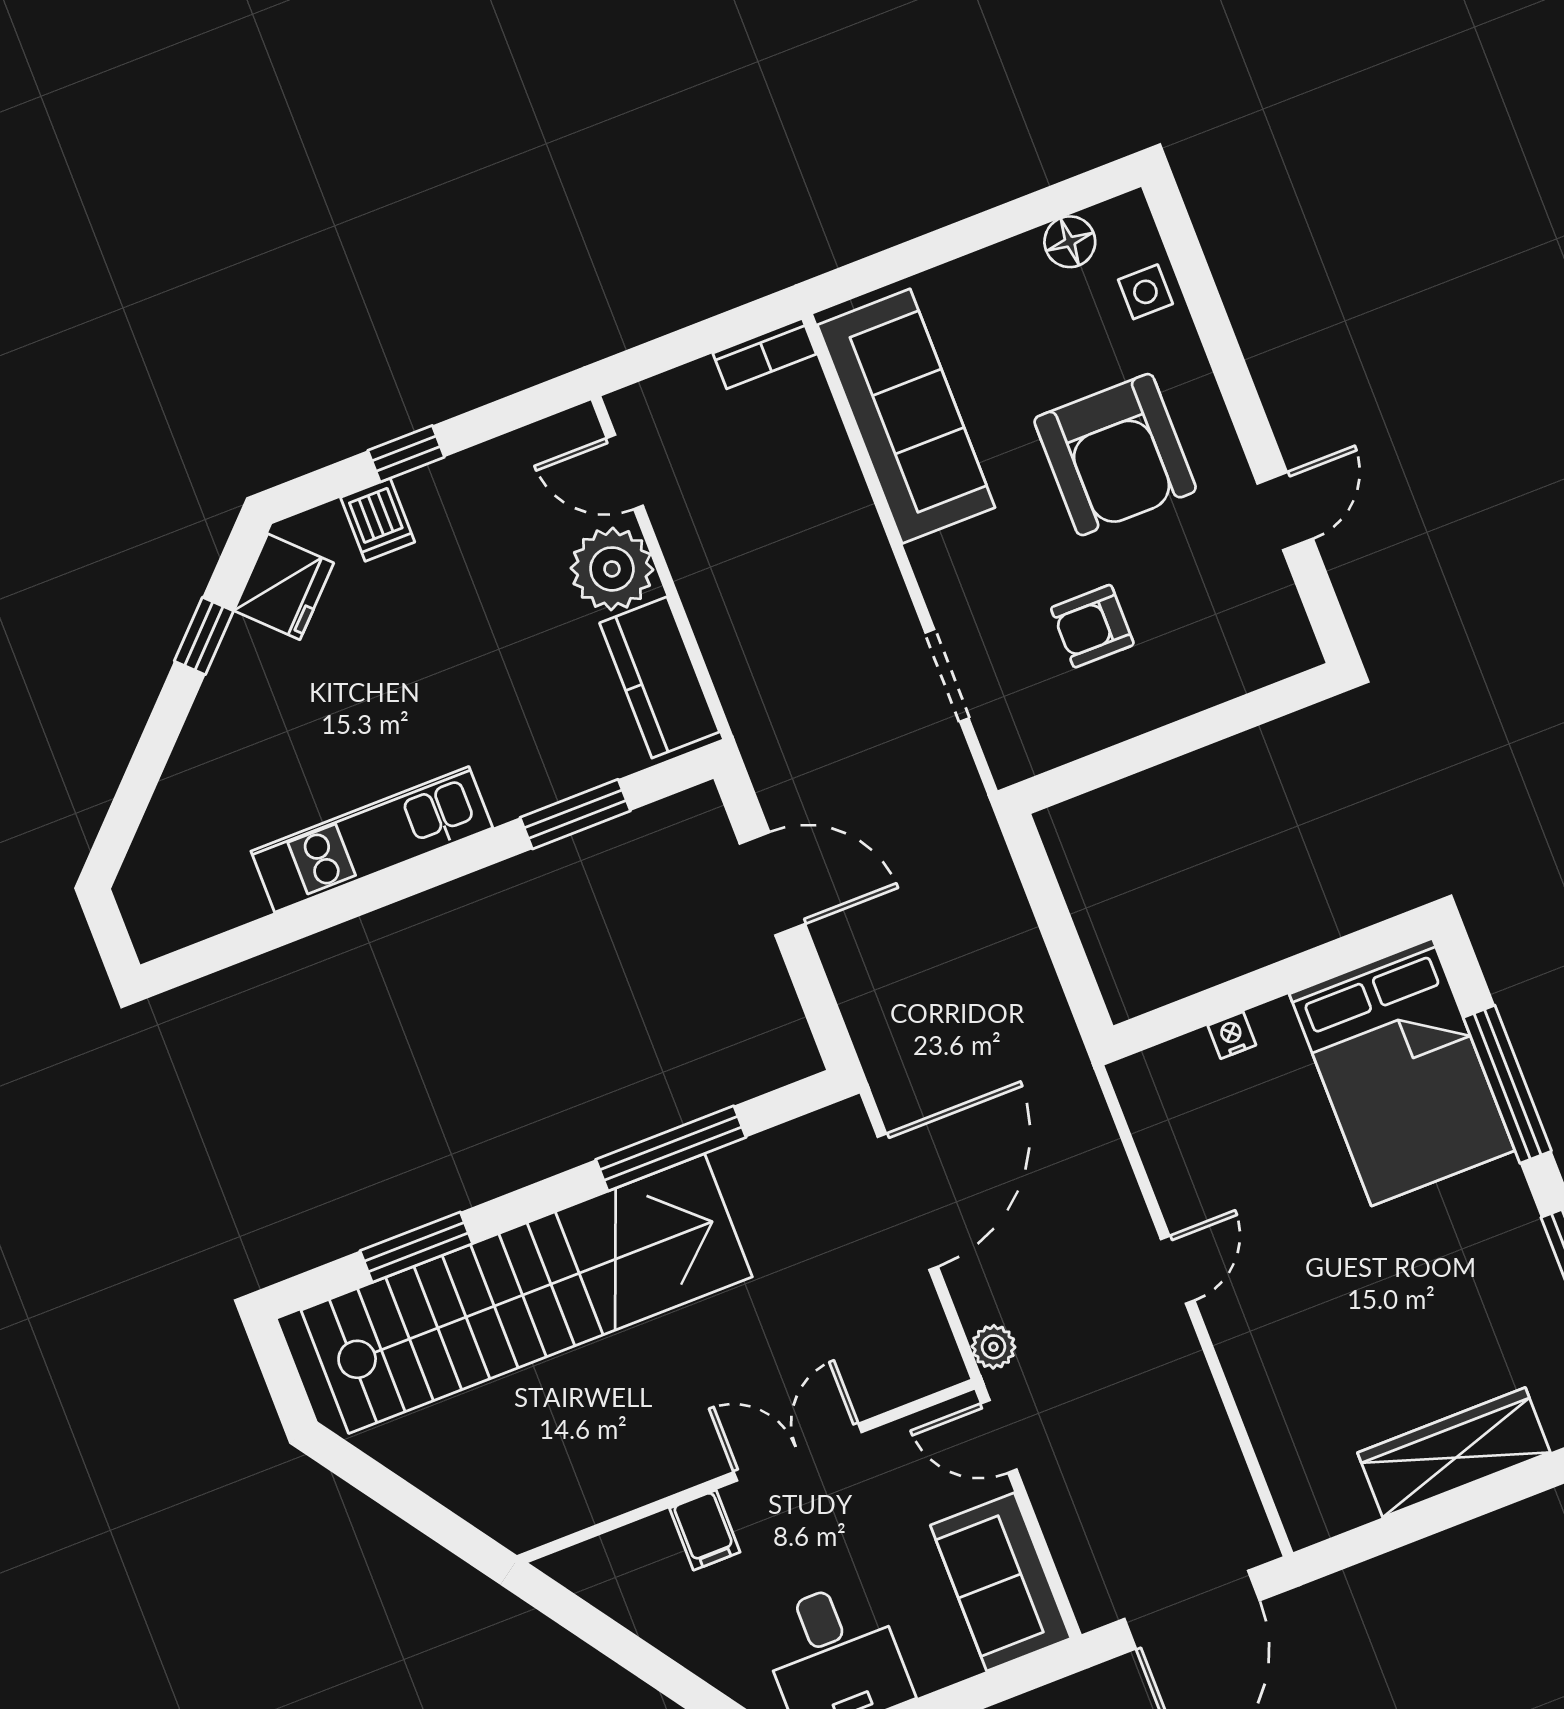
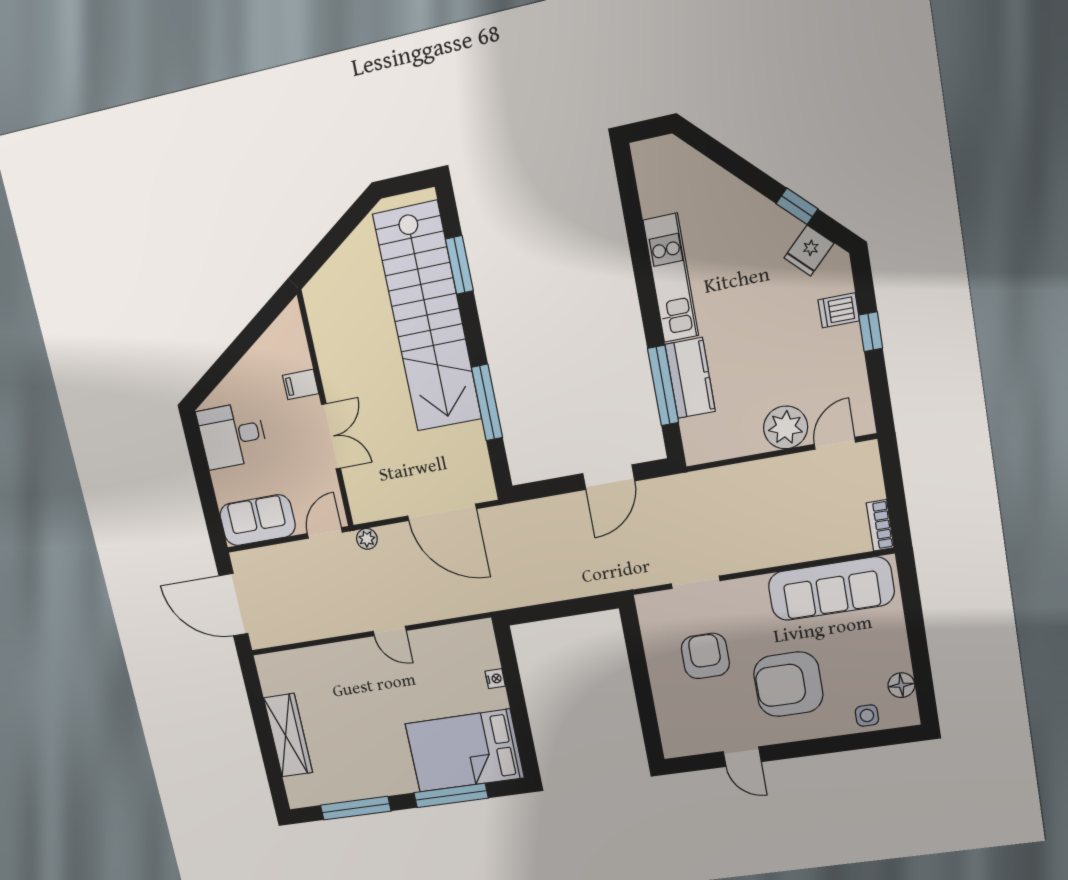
fridge: (284, 587) -> (809, 250), width x0.72
armchair: (1092, 626) -> (705, 656), width x1.38, depth x1.38
kitchen counter: (659, 677) -> (690, 378), moved, turned 90
window: (575, 814) -> (663, 386), width x1.44

